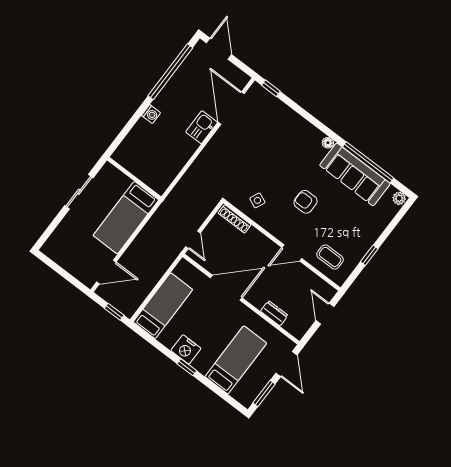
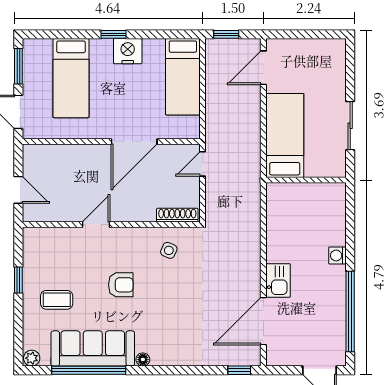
door: (231, 108) -> (263, 321), swing flipped
door: (193, 240) -> (203, 164), hinge flipped
coffee table: (330, 257) -> (57, 300), moved
dresser: (274, 313) -> (68, 152), removed

